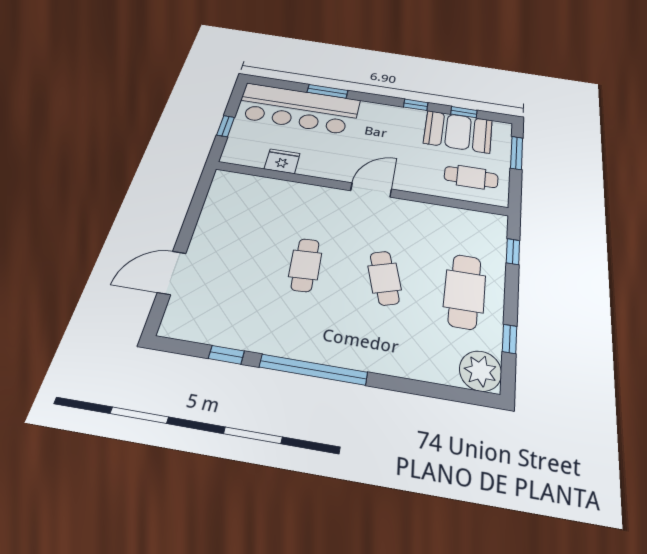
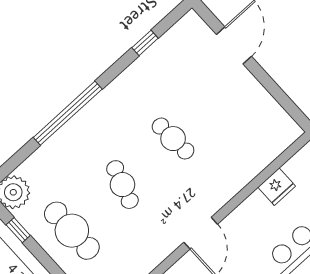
cafe table: (385, 278) -> (122, 185), turned 36
window: (313, 370) -> (68, 113), moved

